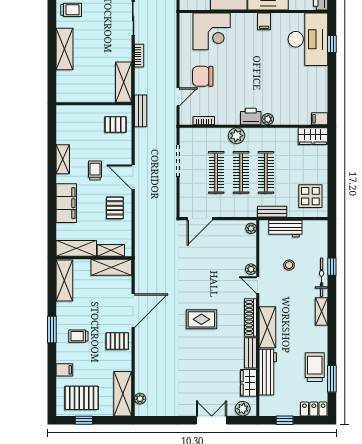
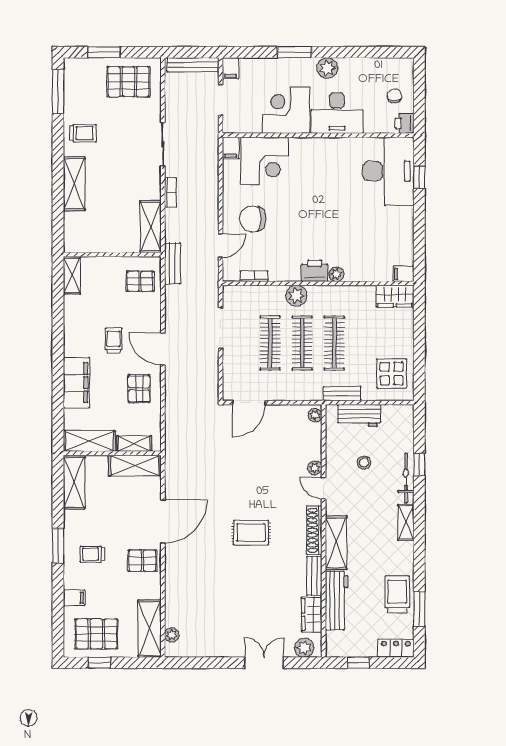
filing cabinet: (264, 21) -> (231, 148), moved
shelving: (63, 159) -> (72, 275), moved

